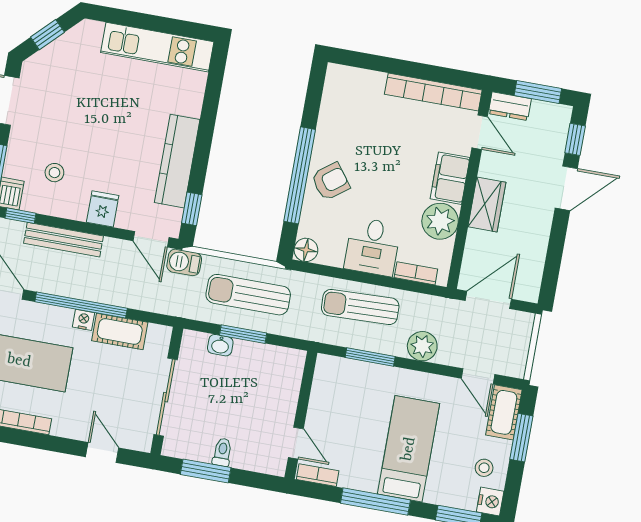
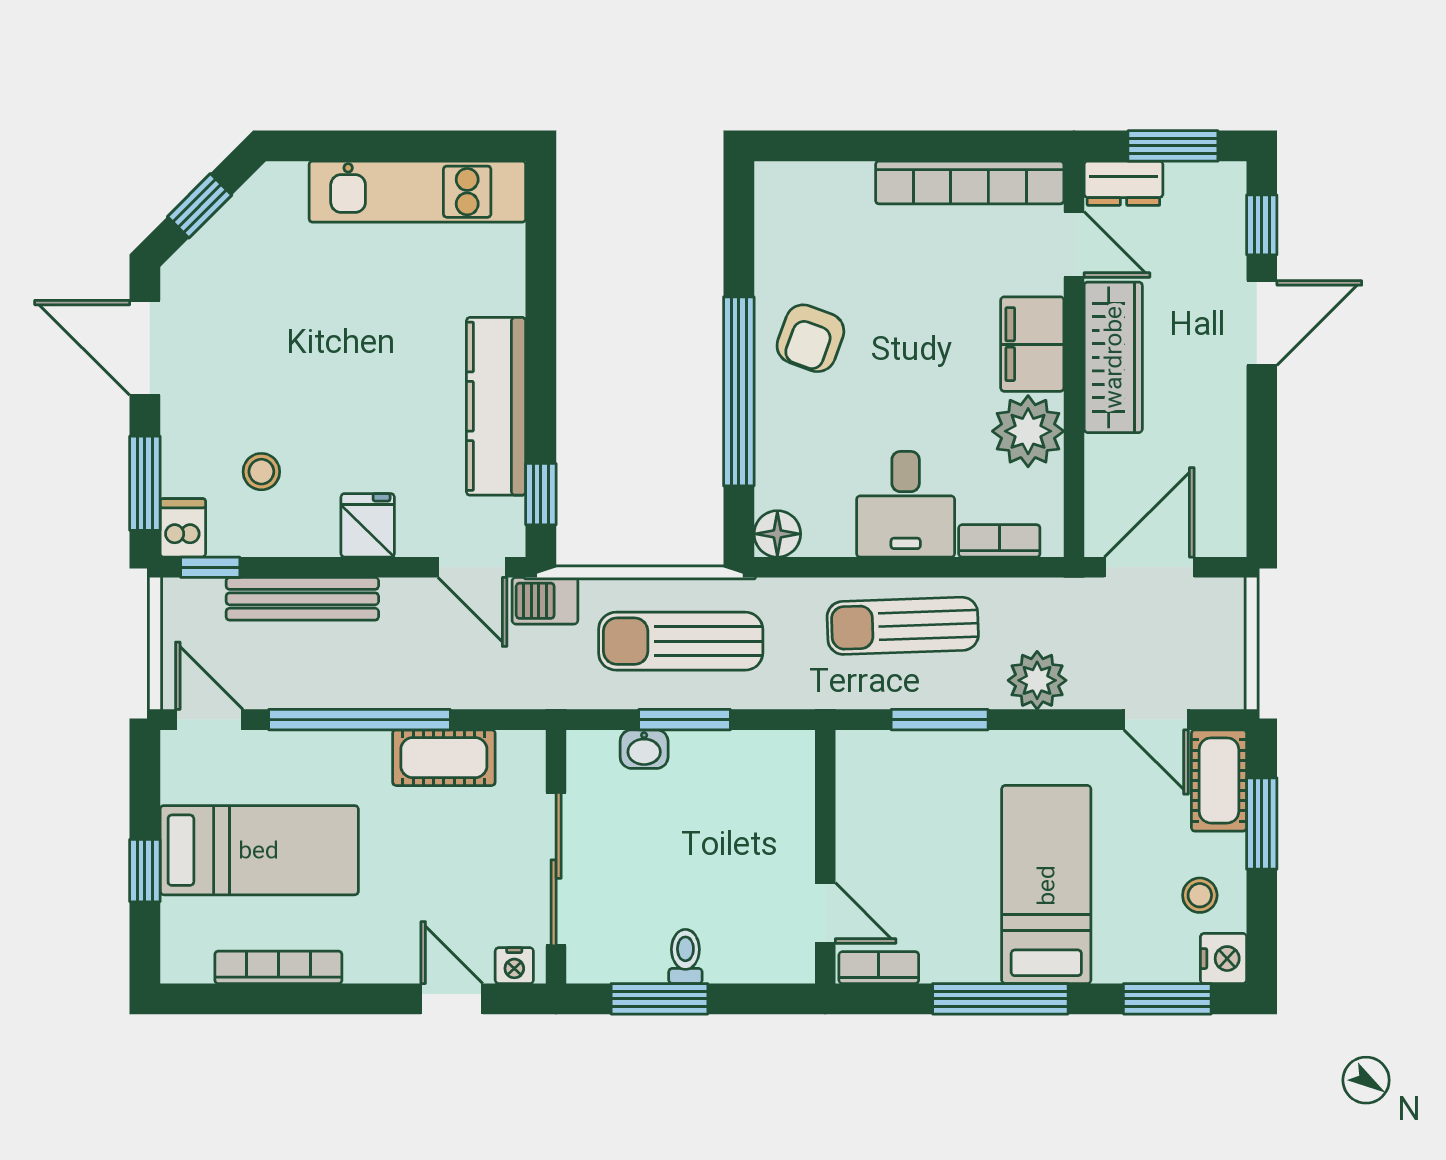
armchair: (331, 181) -> (810, 338), moved, turned 147
wardrobe: (487, 205) -> (1113, 357), width x1.50
nightstand: (84, 320) -> (514, 966), moved, turned 180

